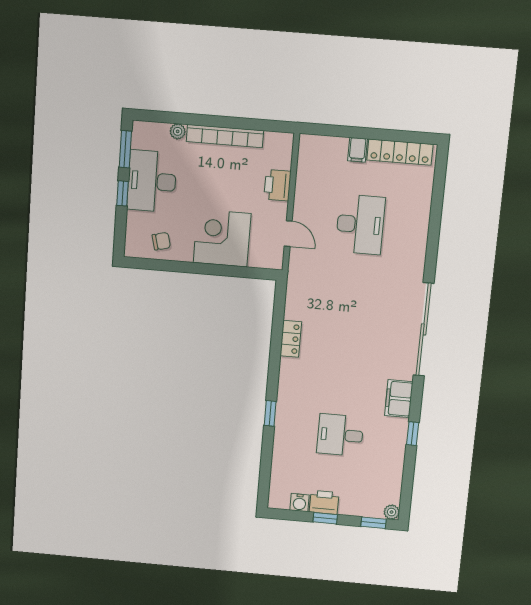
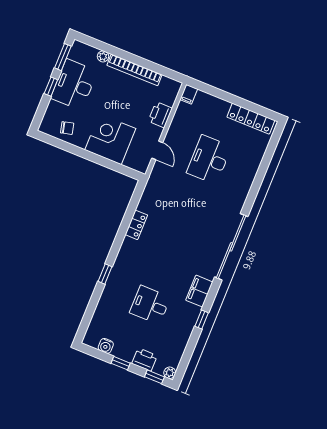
filing cabinet: (357, 150) -> (189, 94), moved
desk: (360, 224) -> (209, 160), turned 180
printer: (324, 502) -> (145, 360), moved

